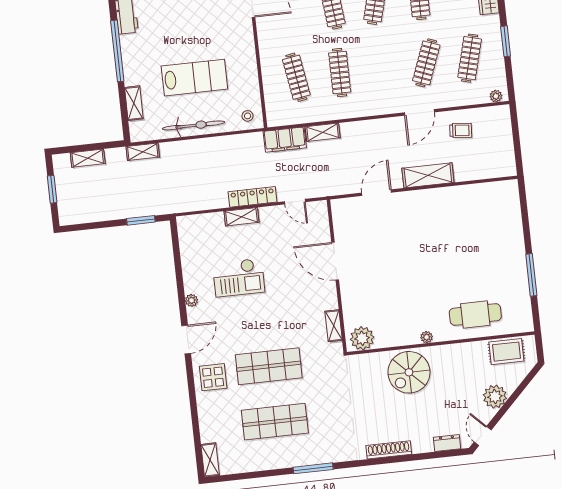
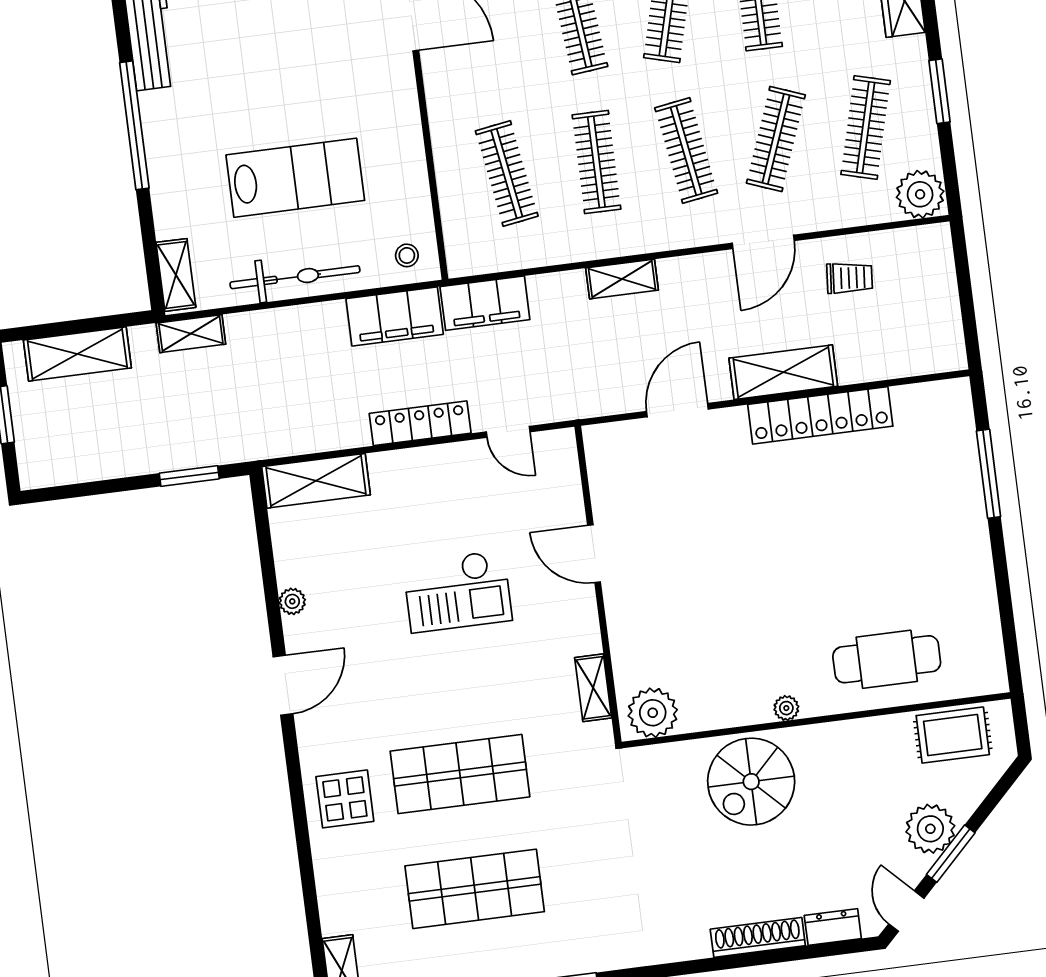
clothes rail: (383, 68) -> (686, 150), added
plant: (496, 96) -> (920, 194), width x1.88, depth x1.88
shelving: (134, 103) -> (176, 275), moved
shelving: (323, 132) -> (622, 279), moved
filing cabinet: (241, 145) -> (395, 317), added
shelving: (88, 158) -> (77, 354), width x1.50, depth x1.33
locker: (445, 196) -> (820, 415), added
shelving: (242, 217) -> (316, 481), moved, width x1.50, depth x1.33
door: (335, 261) -> (594, 554), width x0.73
window: (531, 275) -> (989, 474), moved
checkout: (239, 278) -> (457, 591), moved
plant: (191, 300) -> (292, 601), moved
door: (186, 340) -> (283, 685), moved
window: (504, 409) -> (951, 854), added
shoe rack: (389, 450) -> (758, 937), moved

